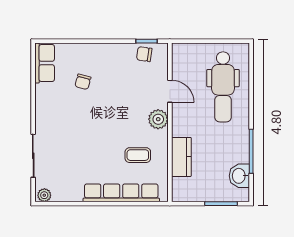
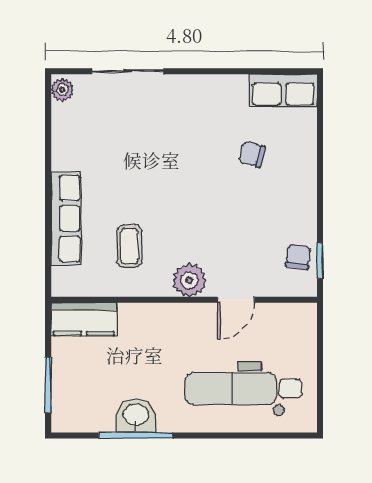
kitchen counter: (181, 157) -> (84, 319), moved
washbasin: (239, 176) -> (136, 416), moved
row of seats: (121, 193) -> (66, 218), width x0.73

